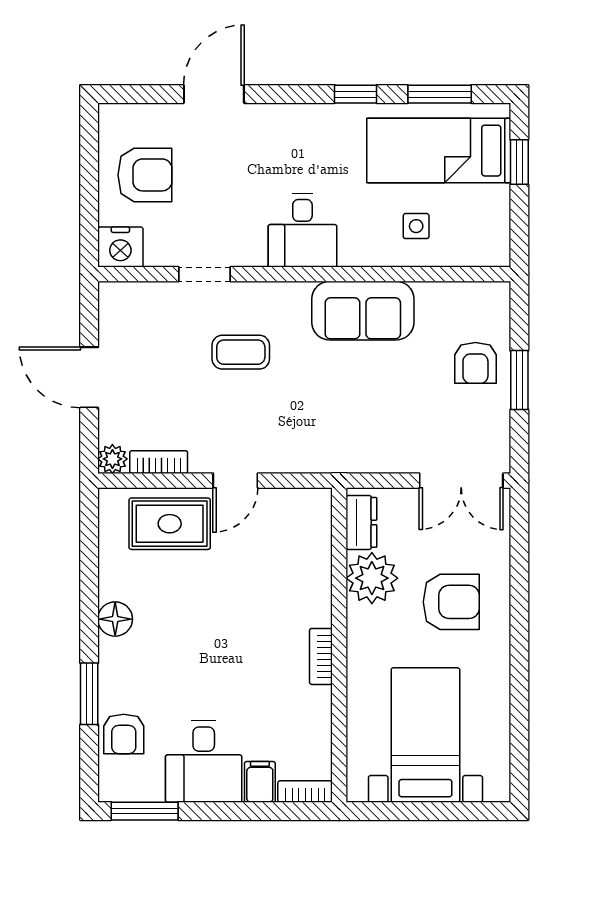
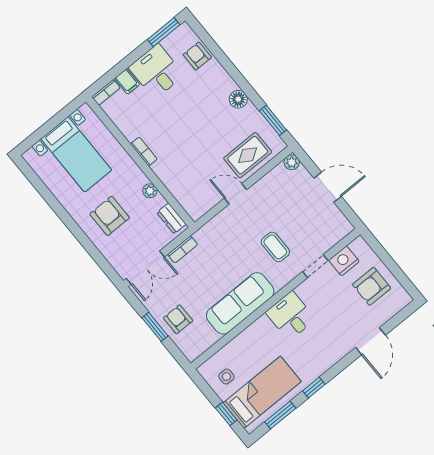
side table: (416, 226) -> (226, 377), moved
nightstand: (120, 247) -> (344, 261), moved
sofa: (363, 311) -> (240, 303), width x1.36
coffee table: (241, 352) -> (275, 247), turned 90
bookcase: (159, 462) -> (183, 250), moved
door: (235, 481) -> (235, 194), hinge flipped
double door: (461, 481) -> (145, 268), swing flipped
plant: (372, 578) -> (150, 191), width x0.53, depth x0.53
armchair: (451, 602) -> (110, 216), turned 90
window: (89, 694) -> (273, 120), moved

